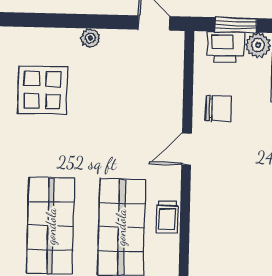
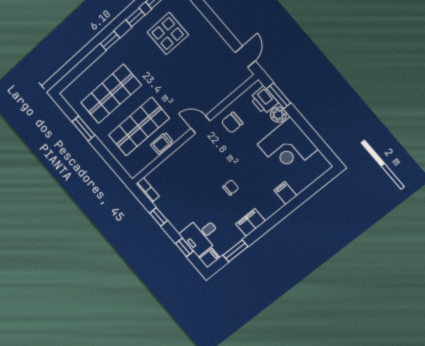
plant: (90, 38) -> (211, 33), removed
chair: (218, 109) -> (232, 123), turned 90

